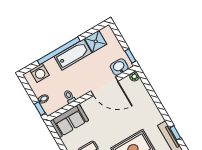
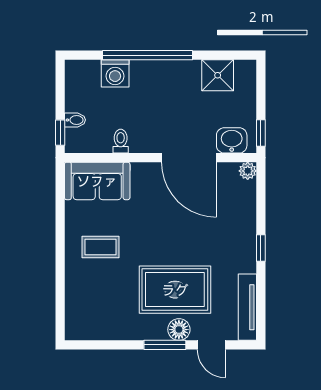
bathtub: (73, 55) -> (167, 75), removed
washing machine: (40, 73) -> (115, 73), moved
window: (175, 133) -> (261, 248), moved

